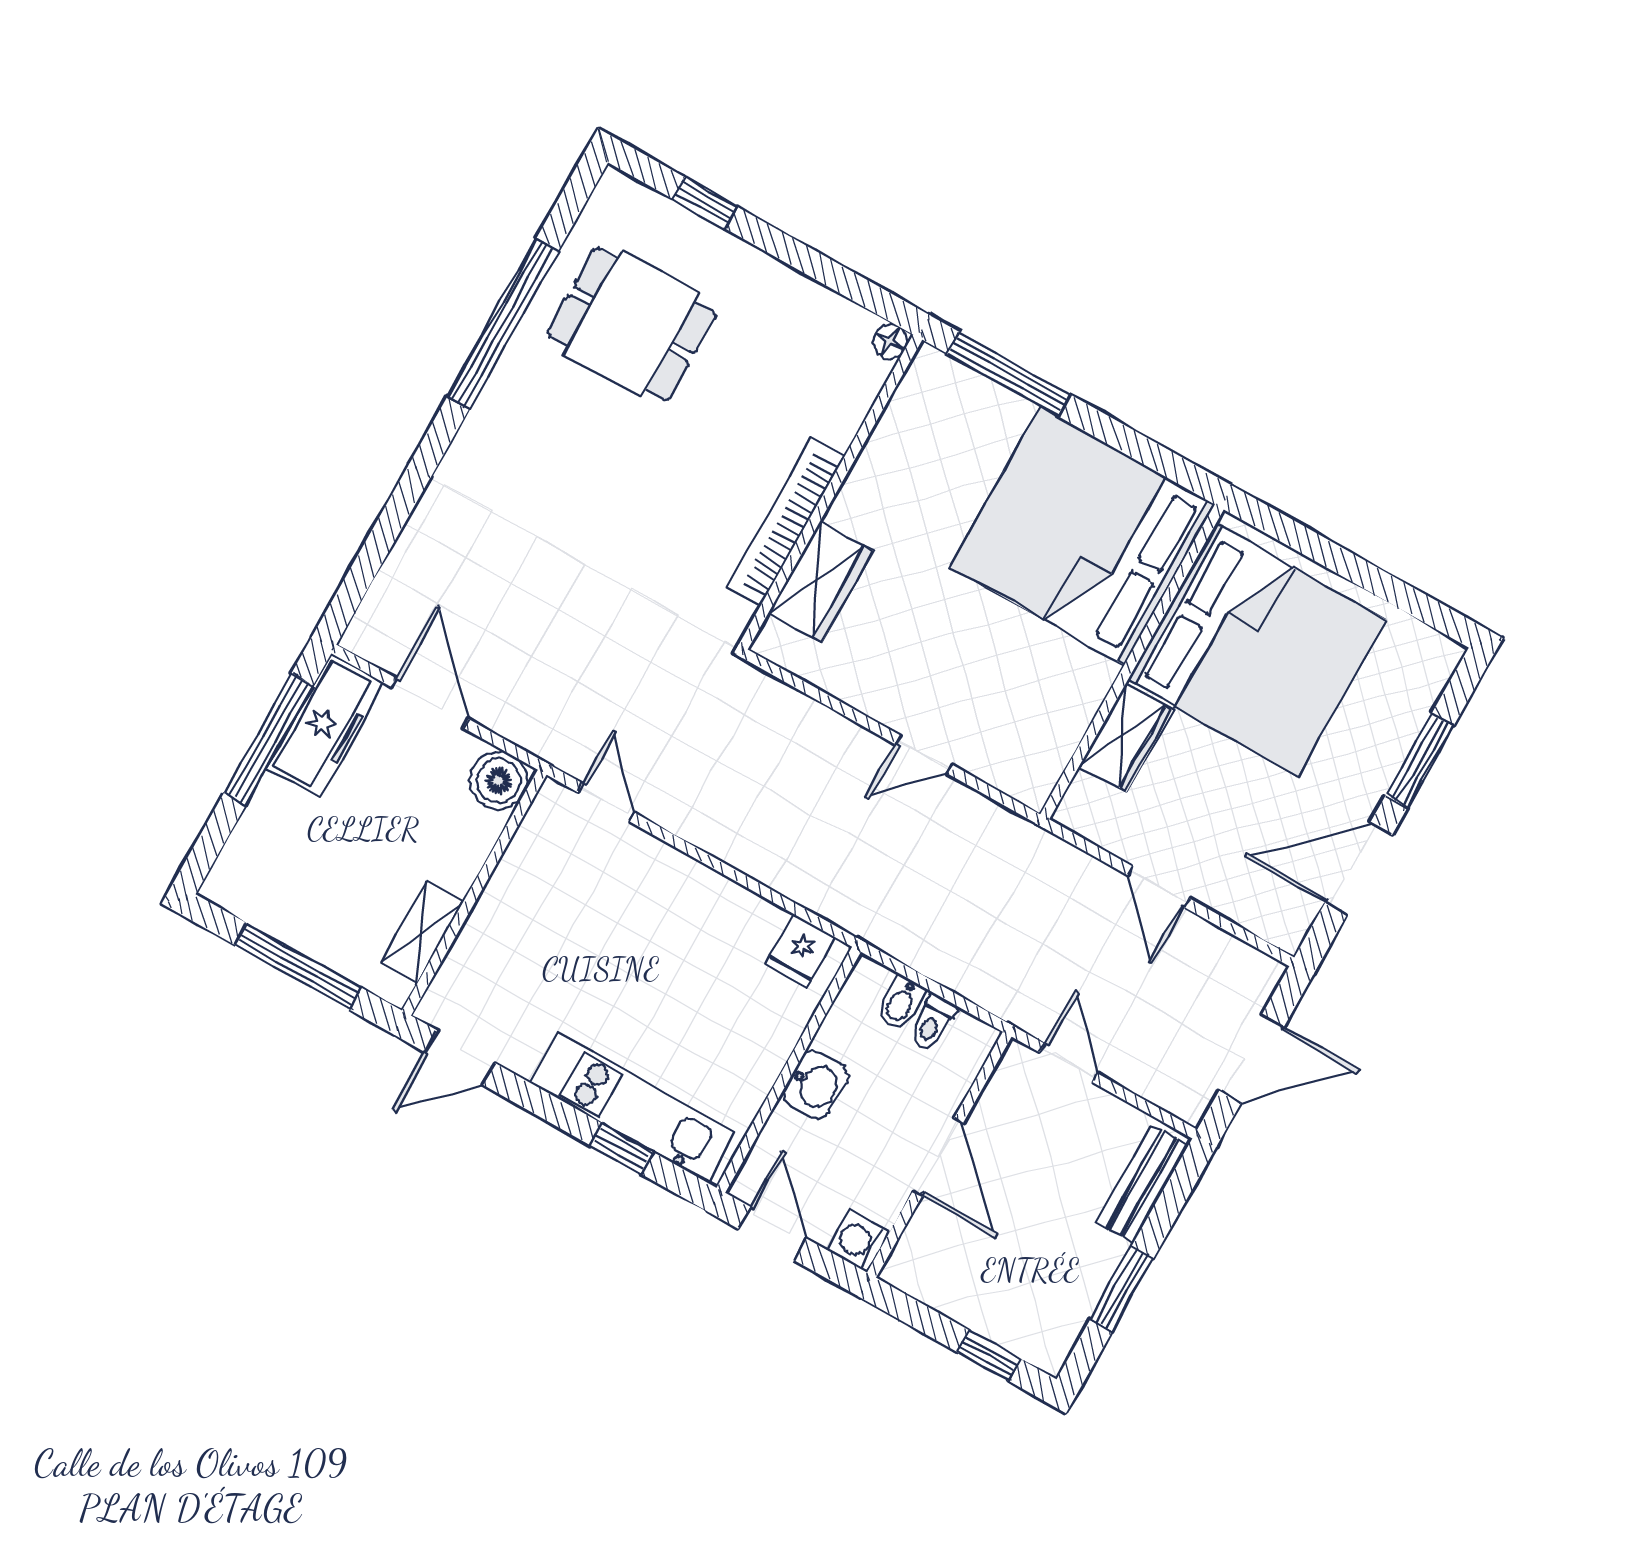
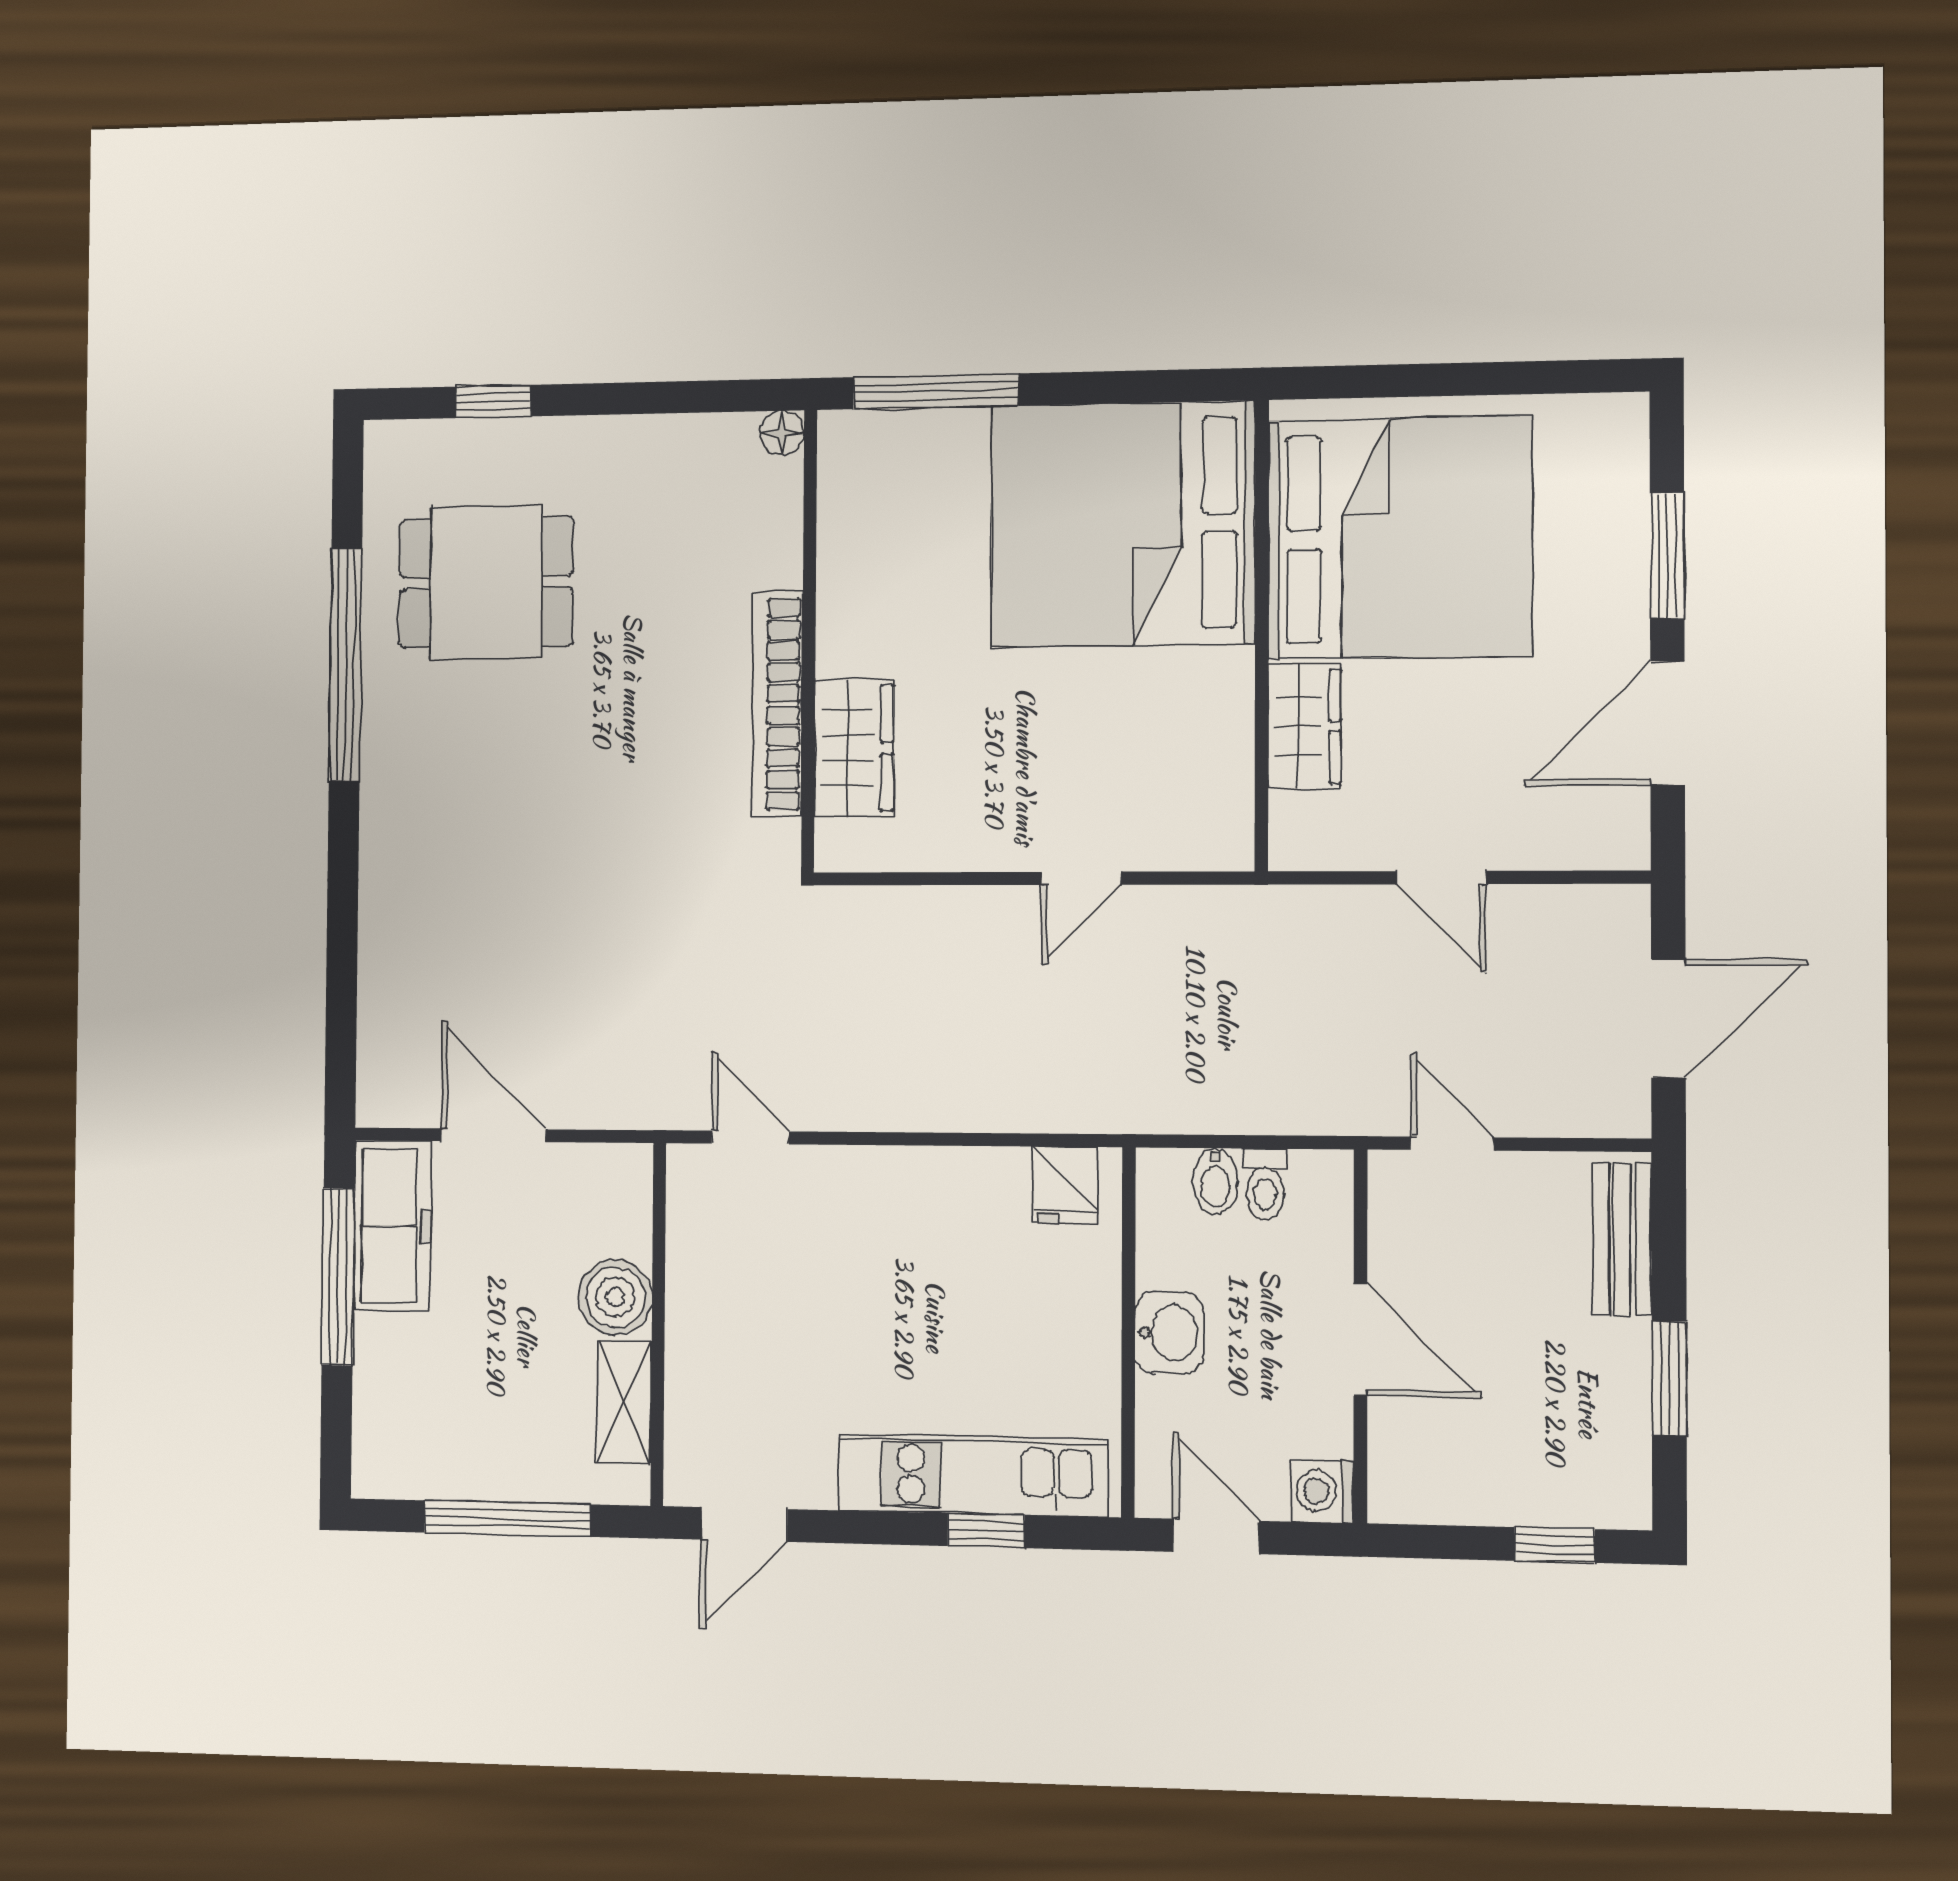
boiler: (499, 781) -> (615, 1297), moved

